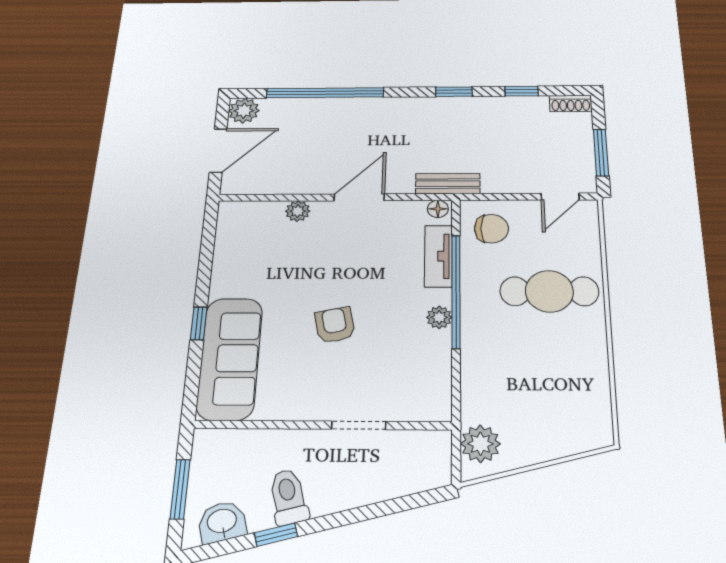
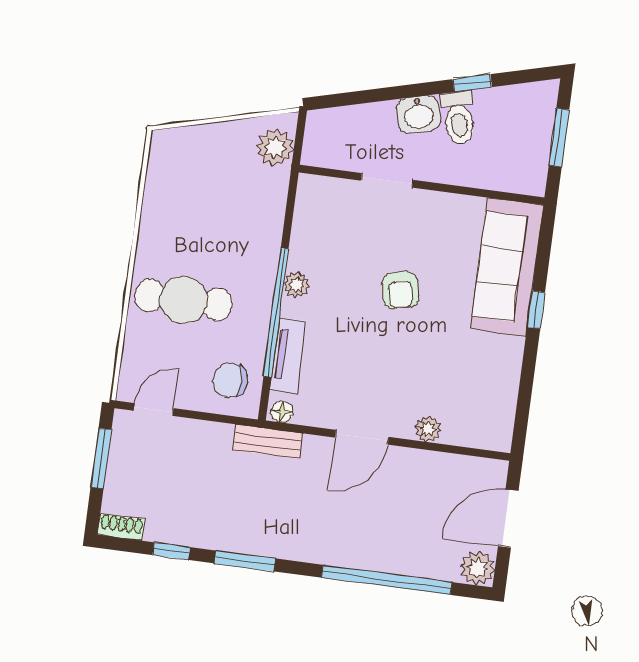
window: (454, 92) -> (245, 561), width x1.50
washbasin: (222, 522) -> (419, 114), moved

